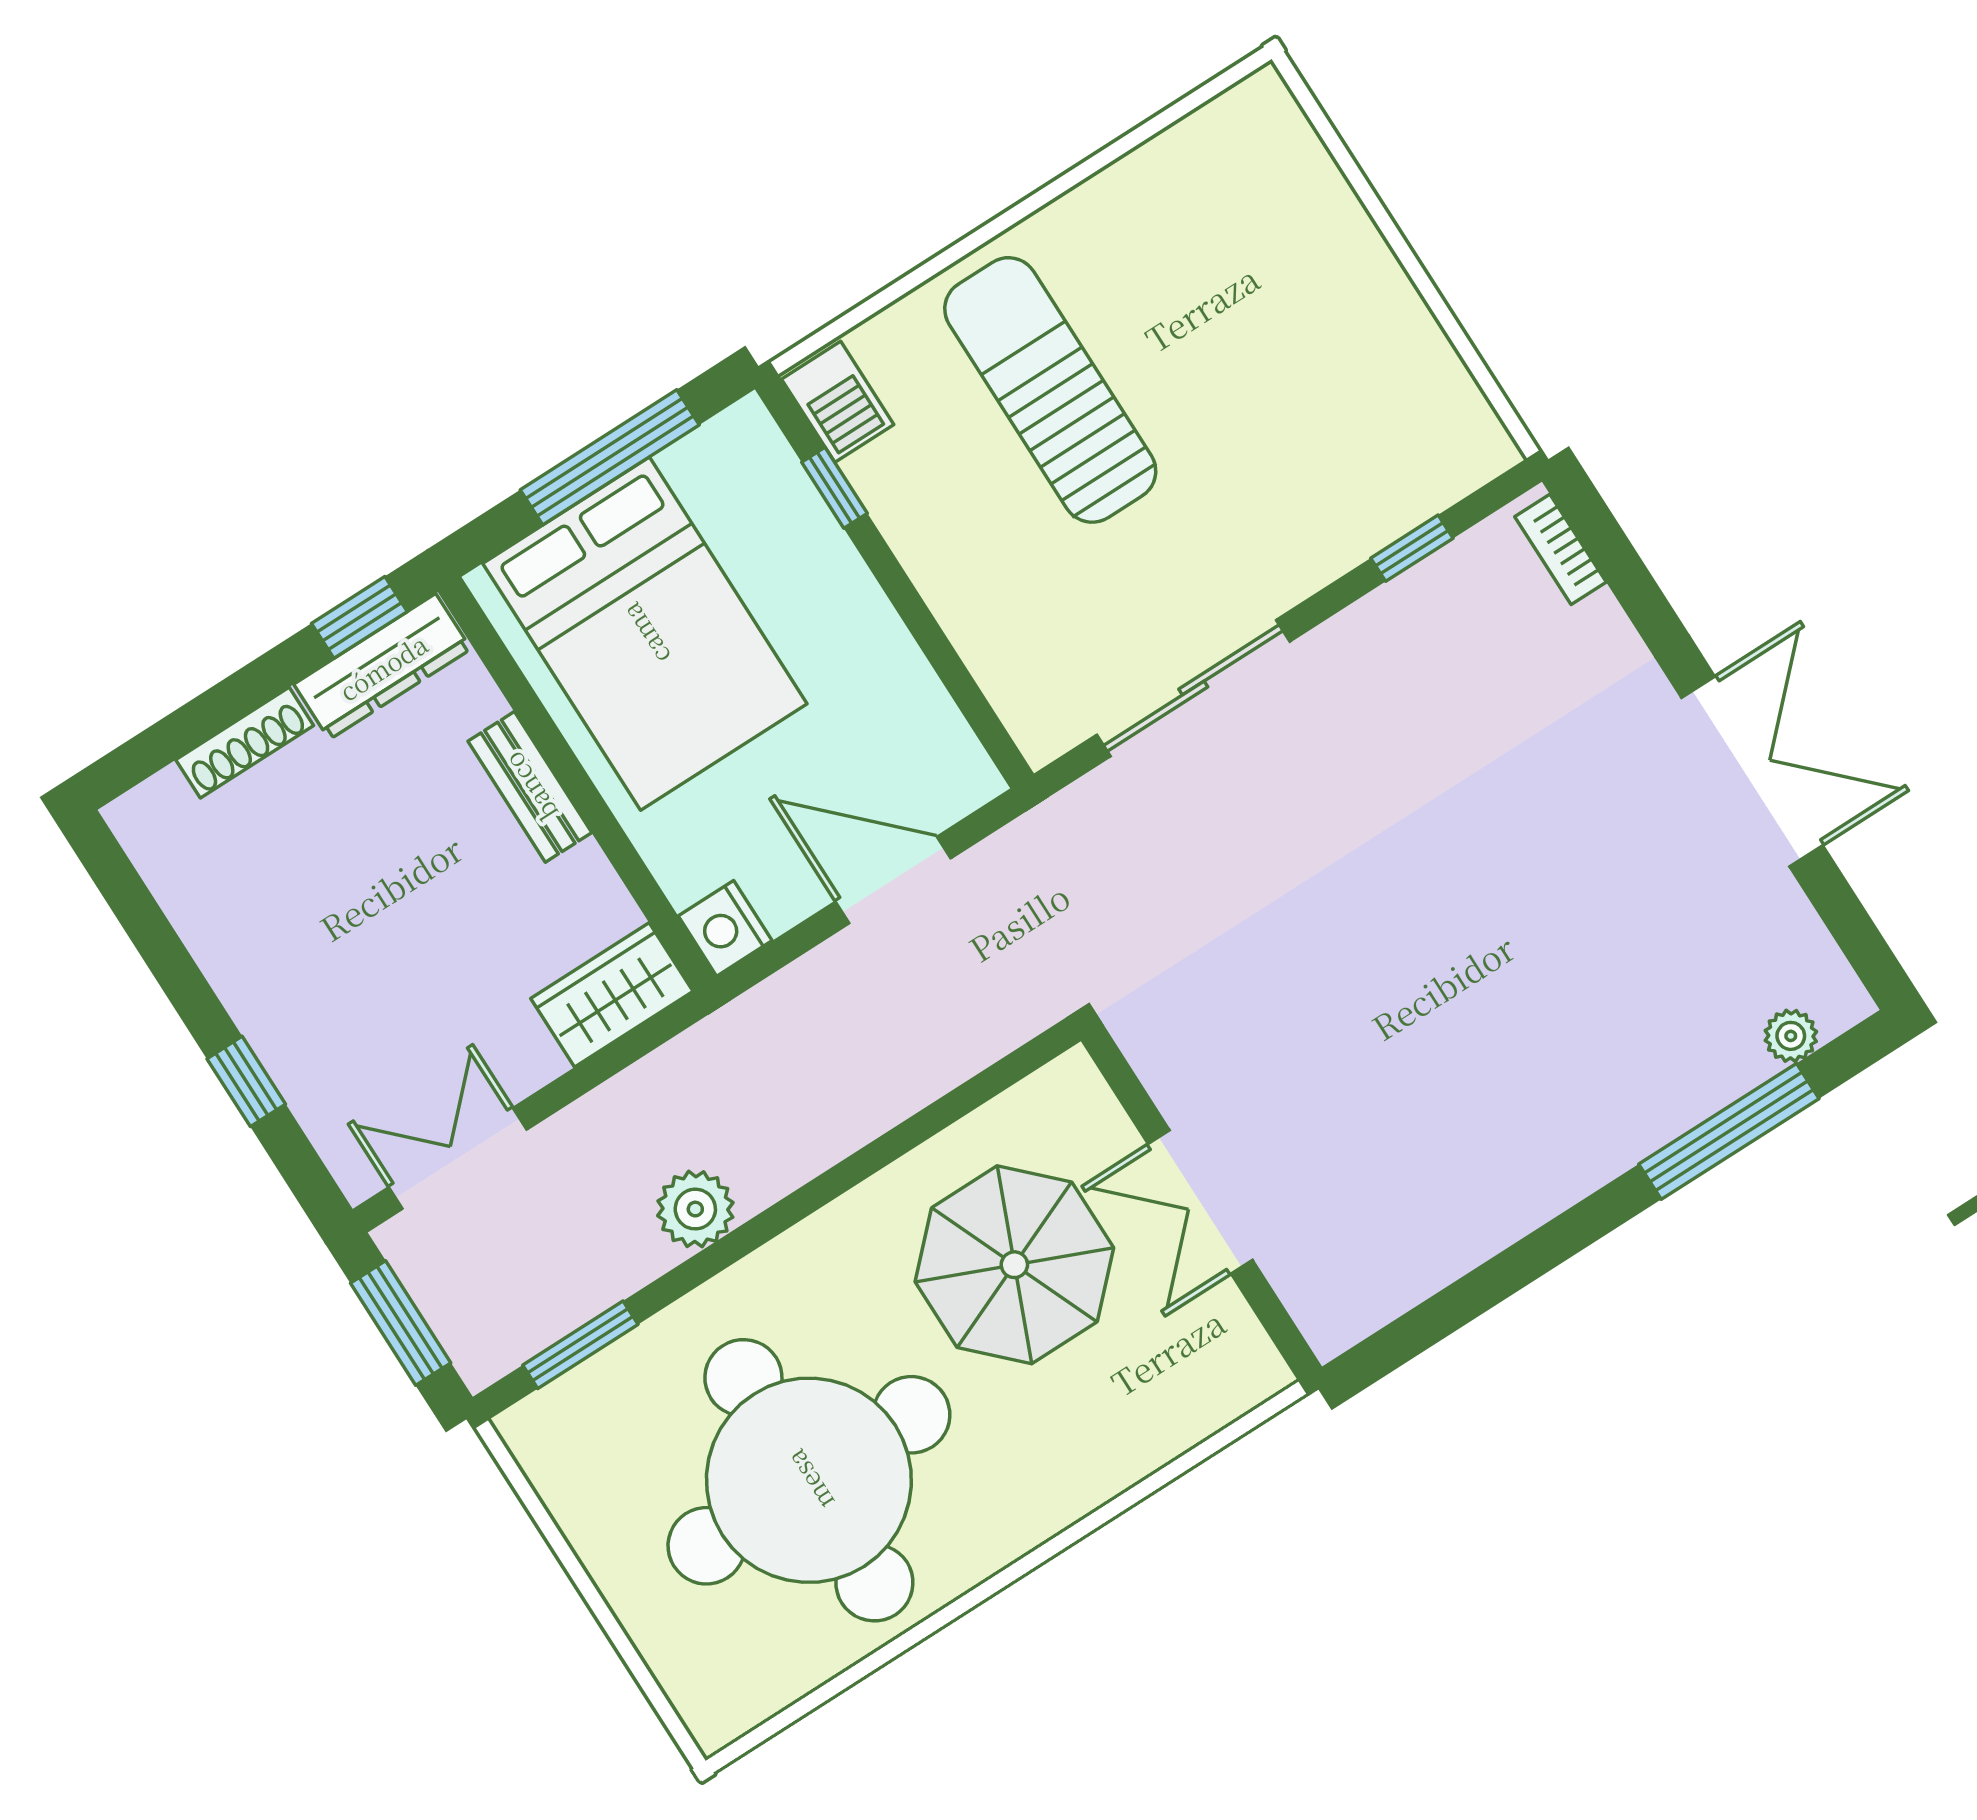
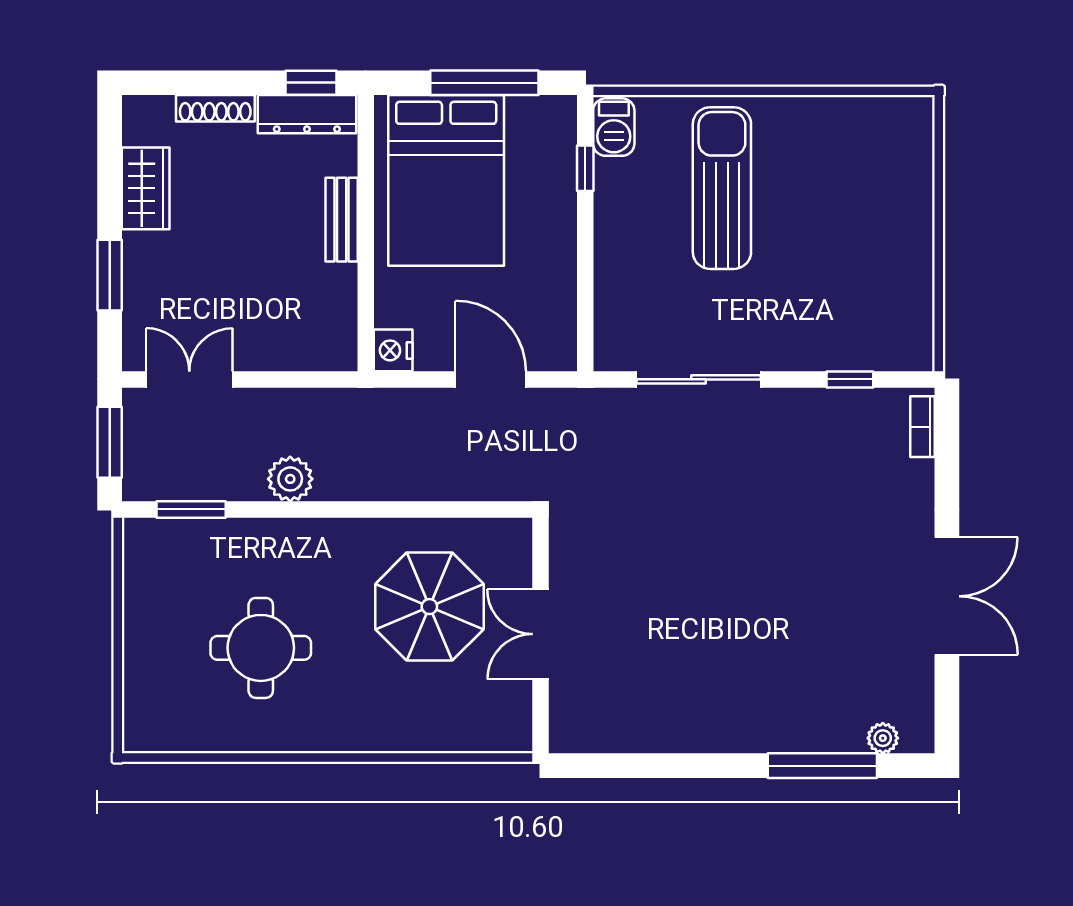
wardrobe: (612, 995) -> (146, 188), moved, turned 90
window: (246, 1081) -> (110, 275), width x1.50
round table: (809, 1480) -> (261, 648), width x0.54, depth x0.54

